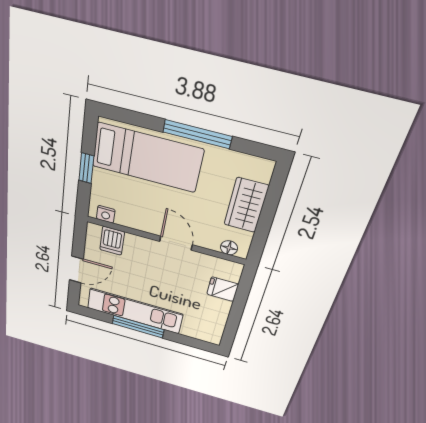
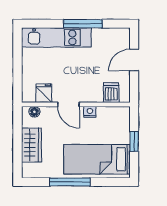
nightstand: (106, 214) -> (90, 112), moved
fridge: (223, 289) -> (44, 93), moved, turned -90
kitchen unit: (135, 311) -> (56, 38), moved

